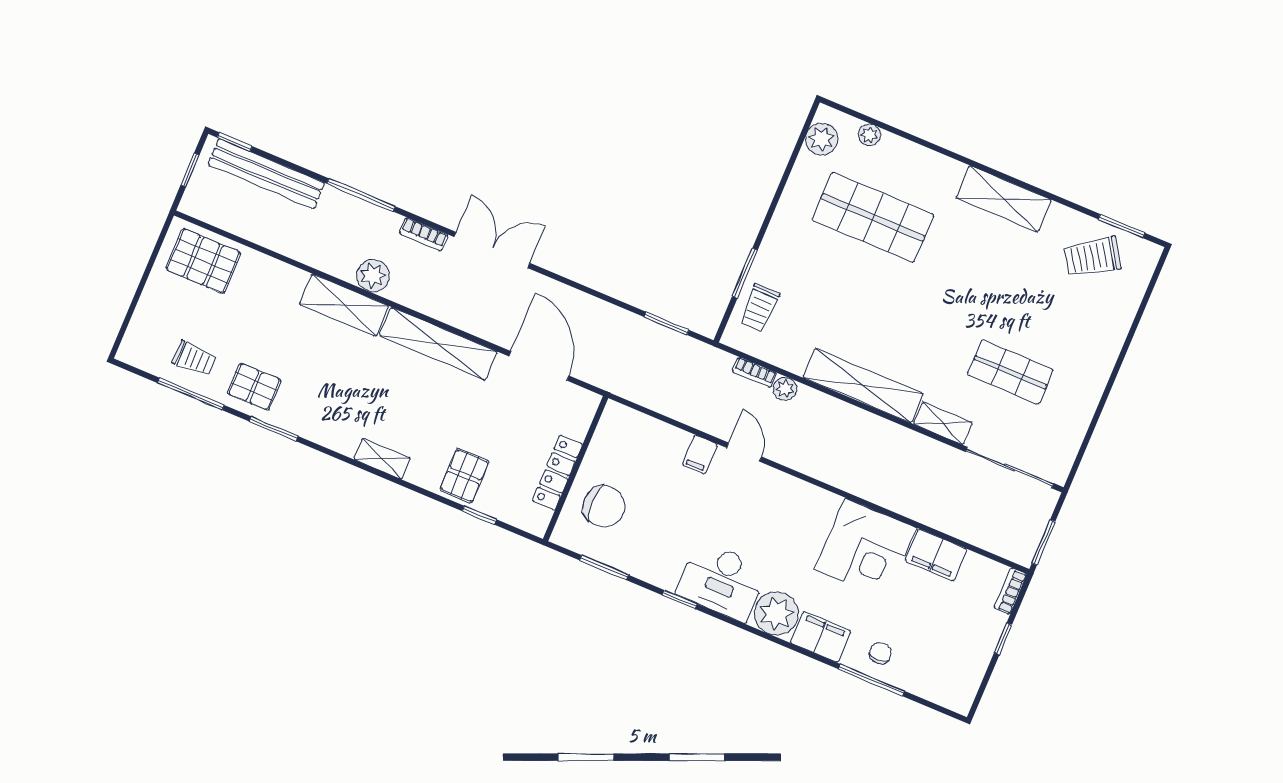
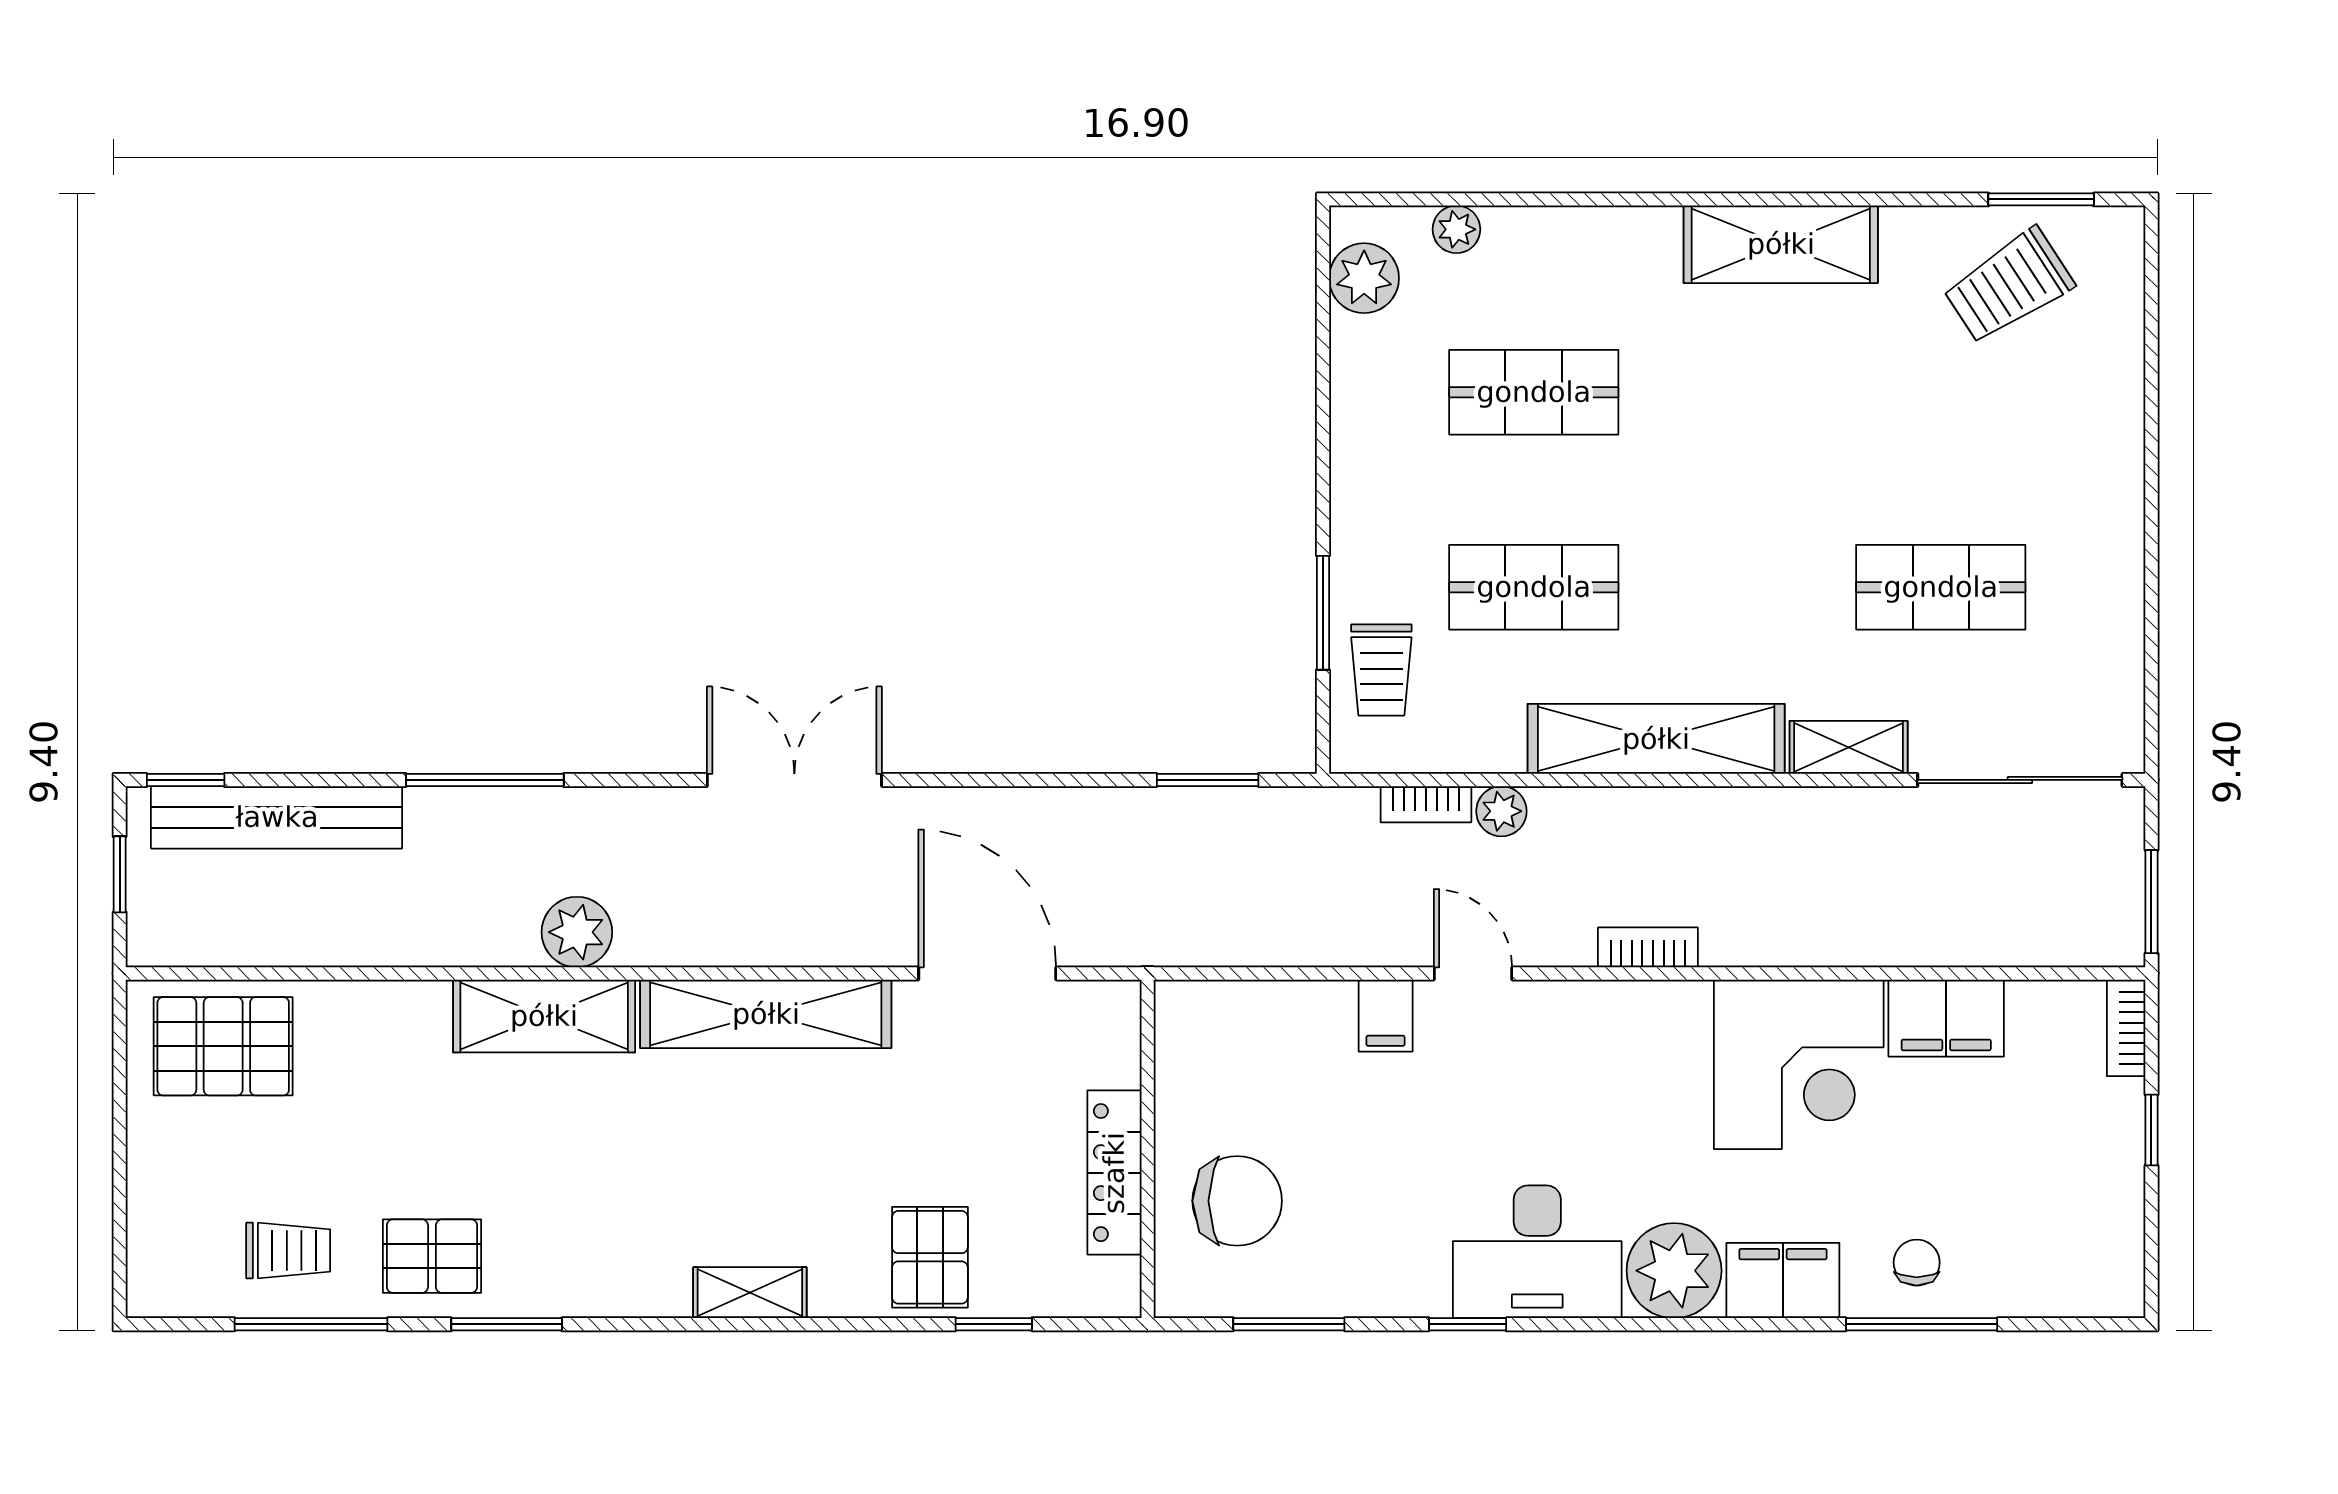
shop shelf: (873, 217) -> (1534, 392), width x0.70, depth x0.74
bookcase: (424, 234) -> (1648, 947), moved, turned 180
shop shelf: (838, 300) -> (1534, 587), added

